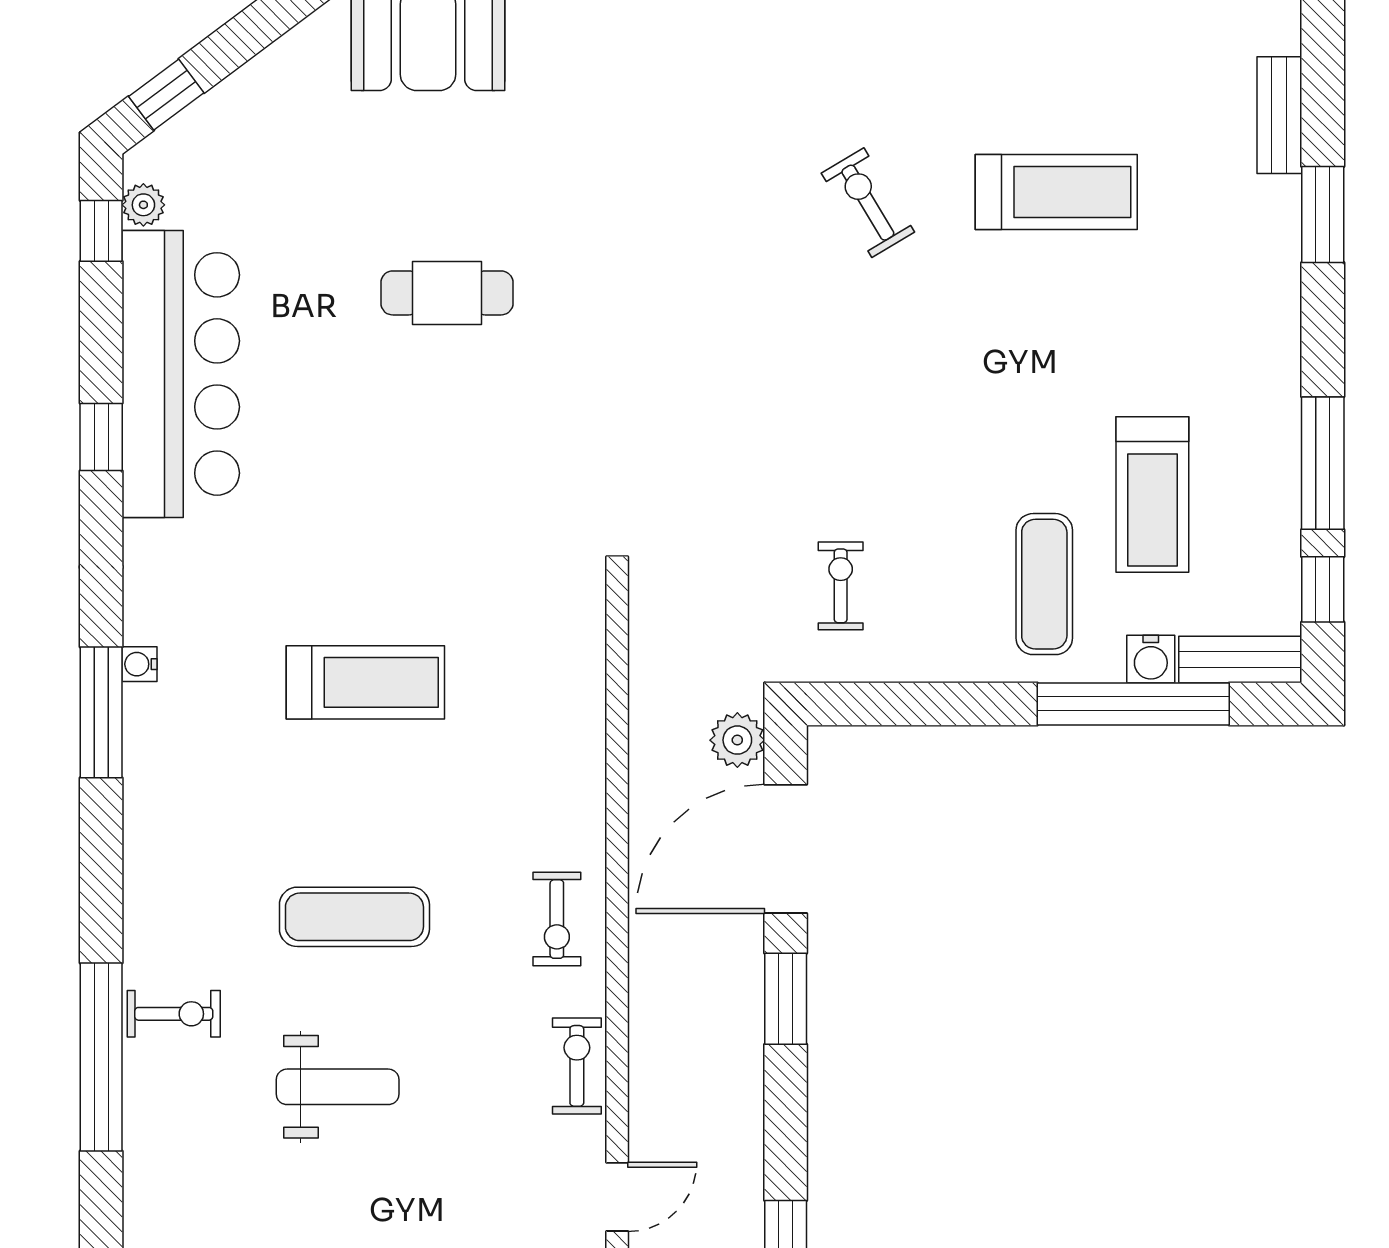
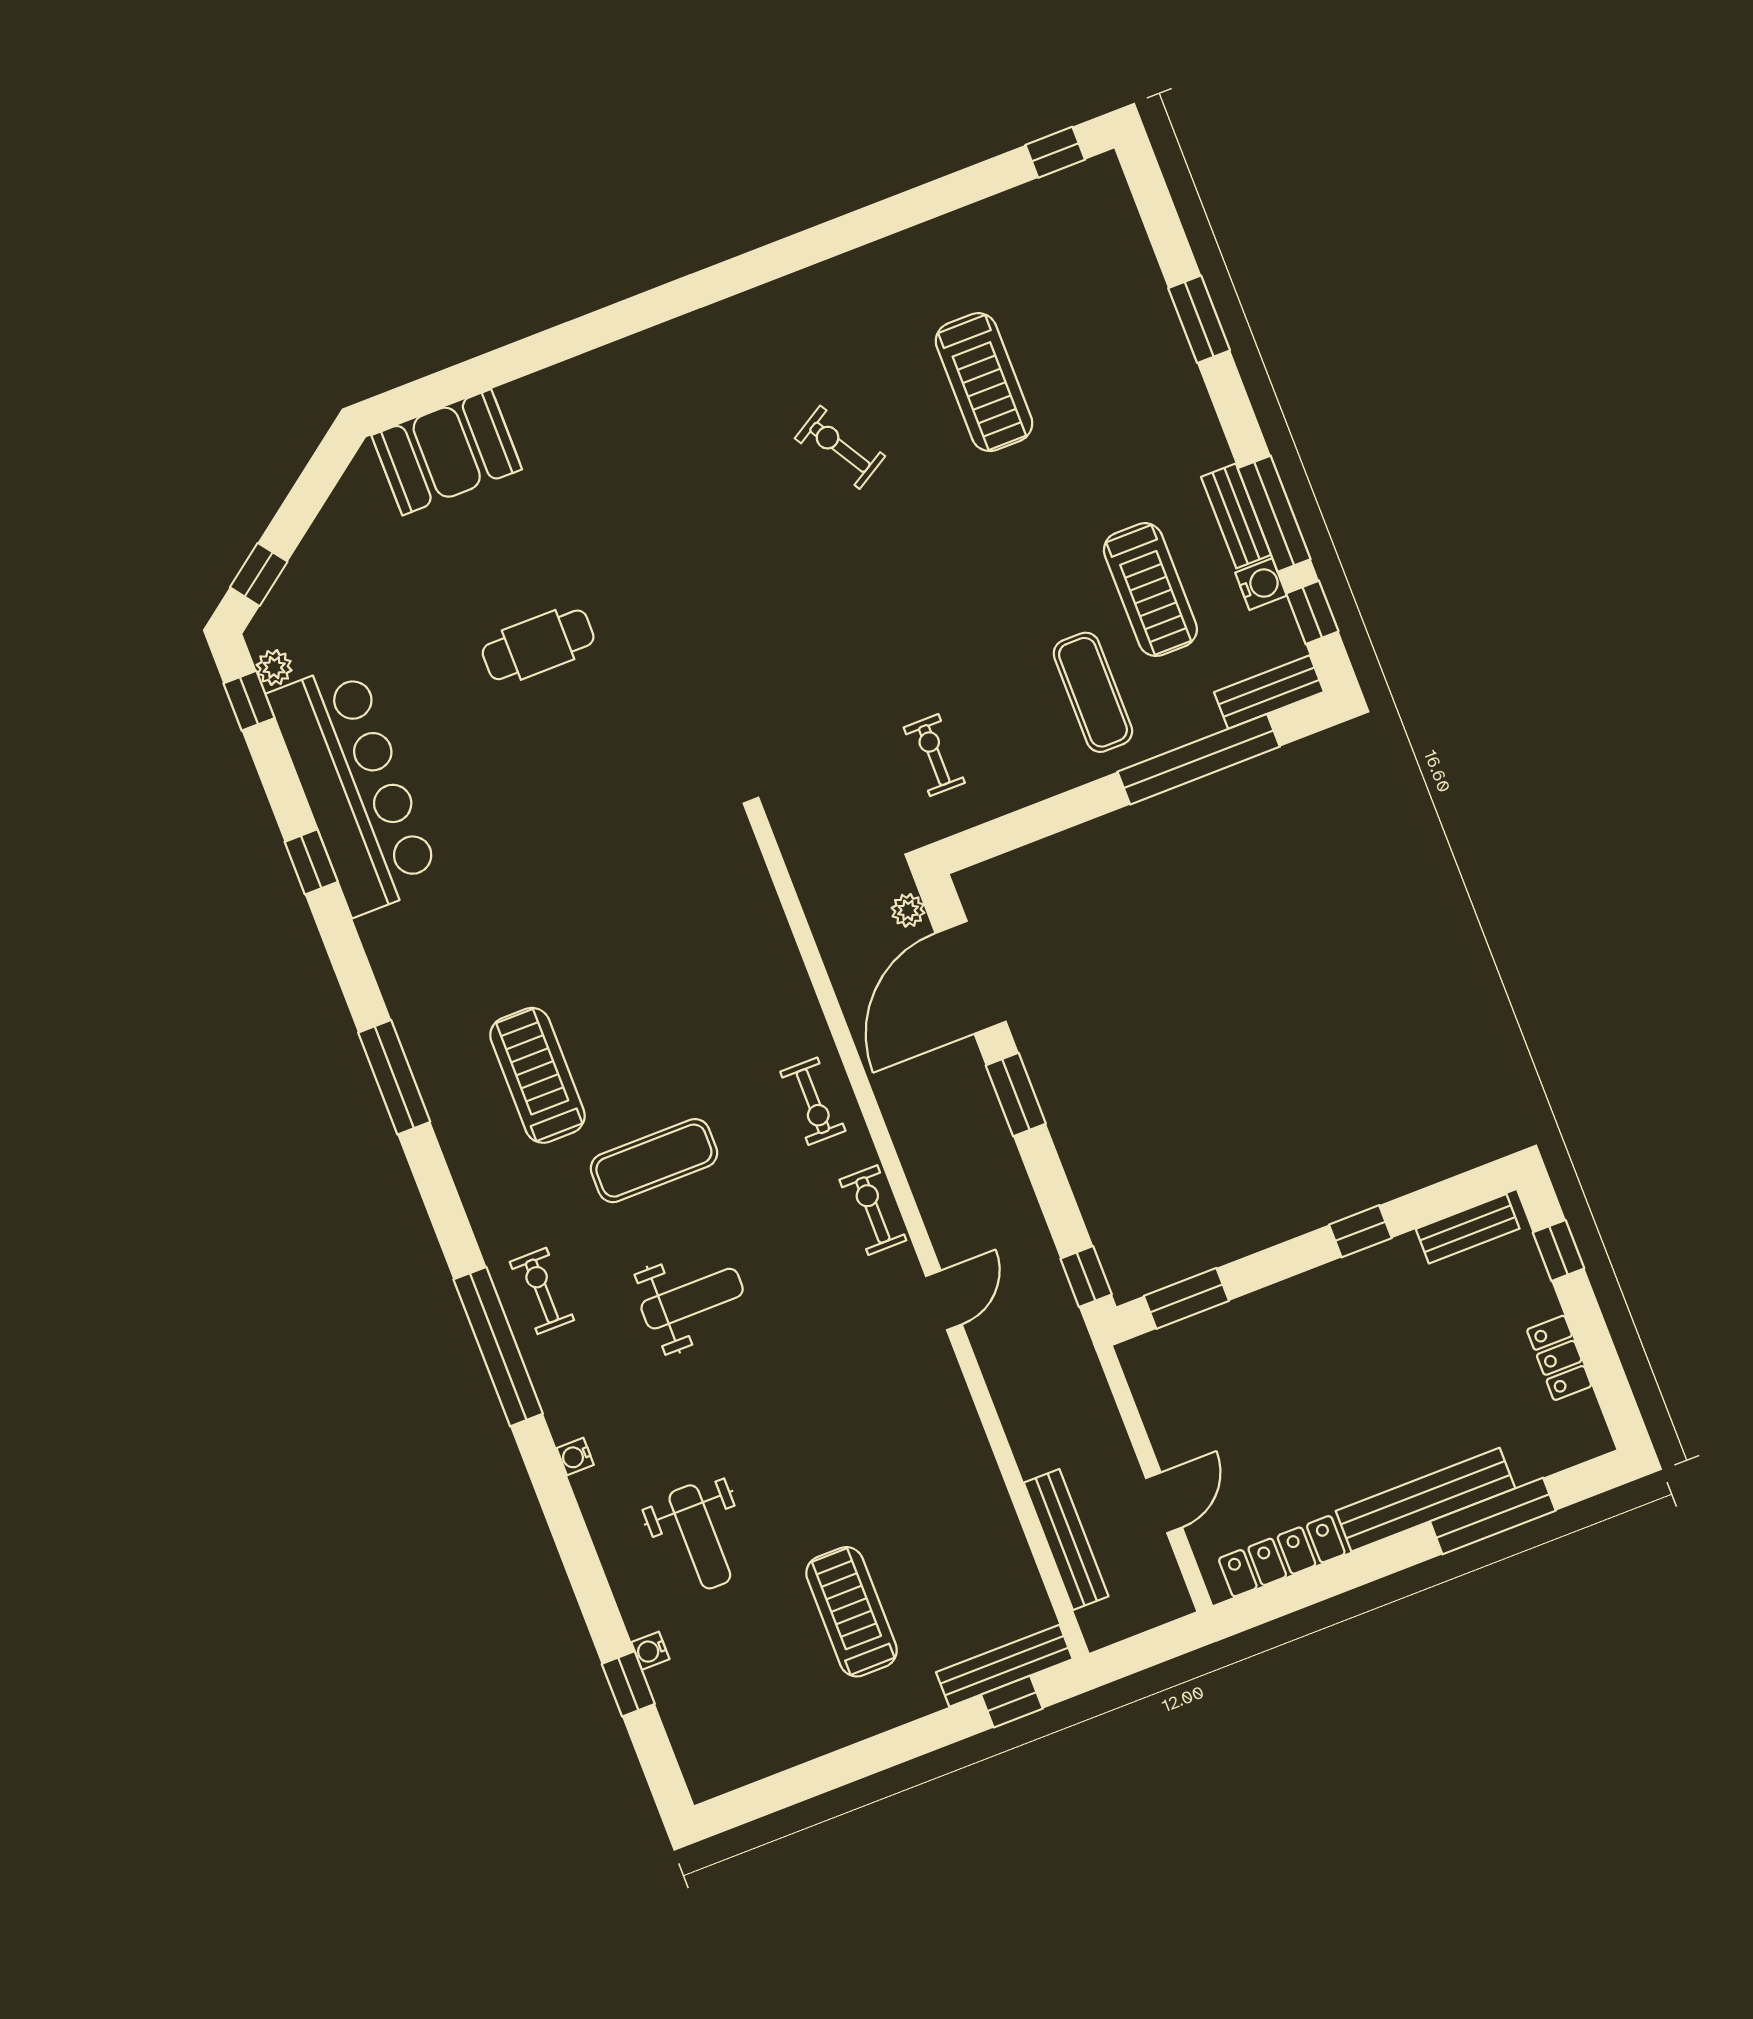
bench: (1279, 115) -> (1236, 516), moved
treadmill: (1056, 192) -> (984, 382), turned 90
water cooler: (1151, 659) -> (1261, 584), moved, turned -90
water cooler: (140, 664) -> (575, 1457), moved
treadmill: (365, 682) -> (537, 1075), moved, turned -90
plant: (737, 740) -> (908, 910), width x0.73, depth x0.73
exercise bike: (174, 1014) -> (542, 1291), turned -90

